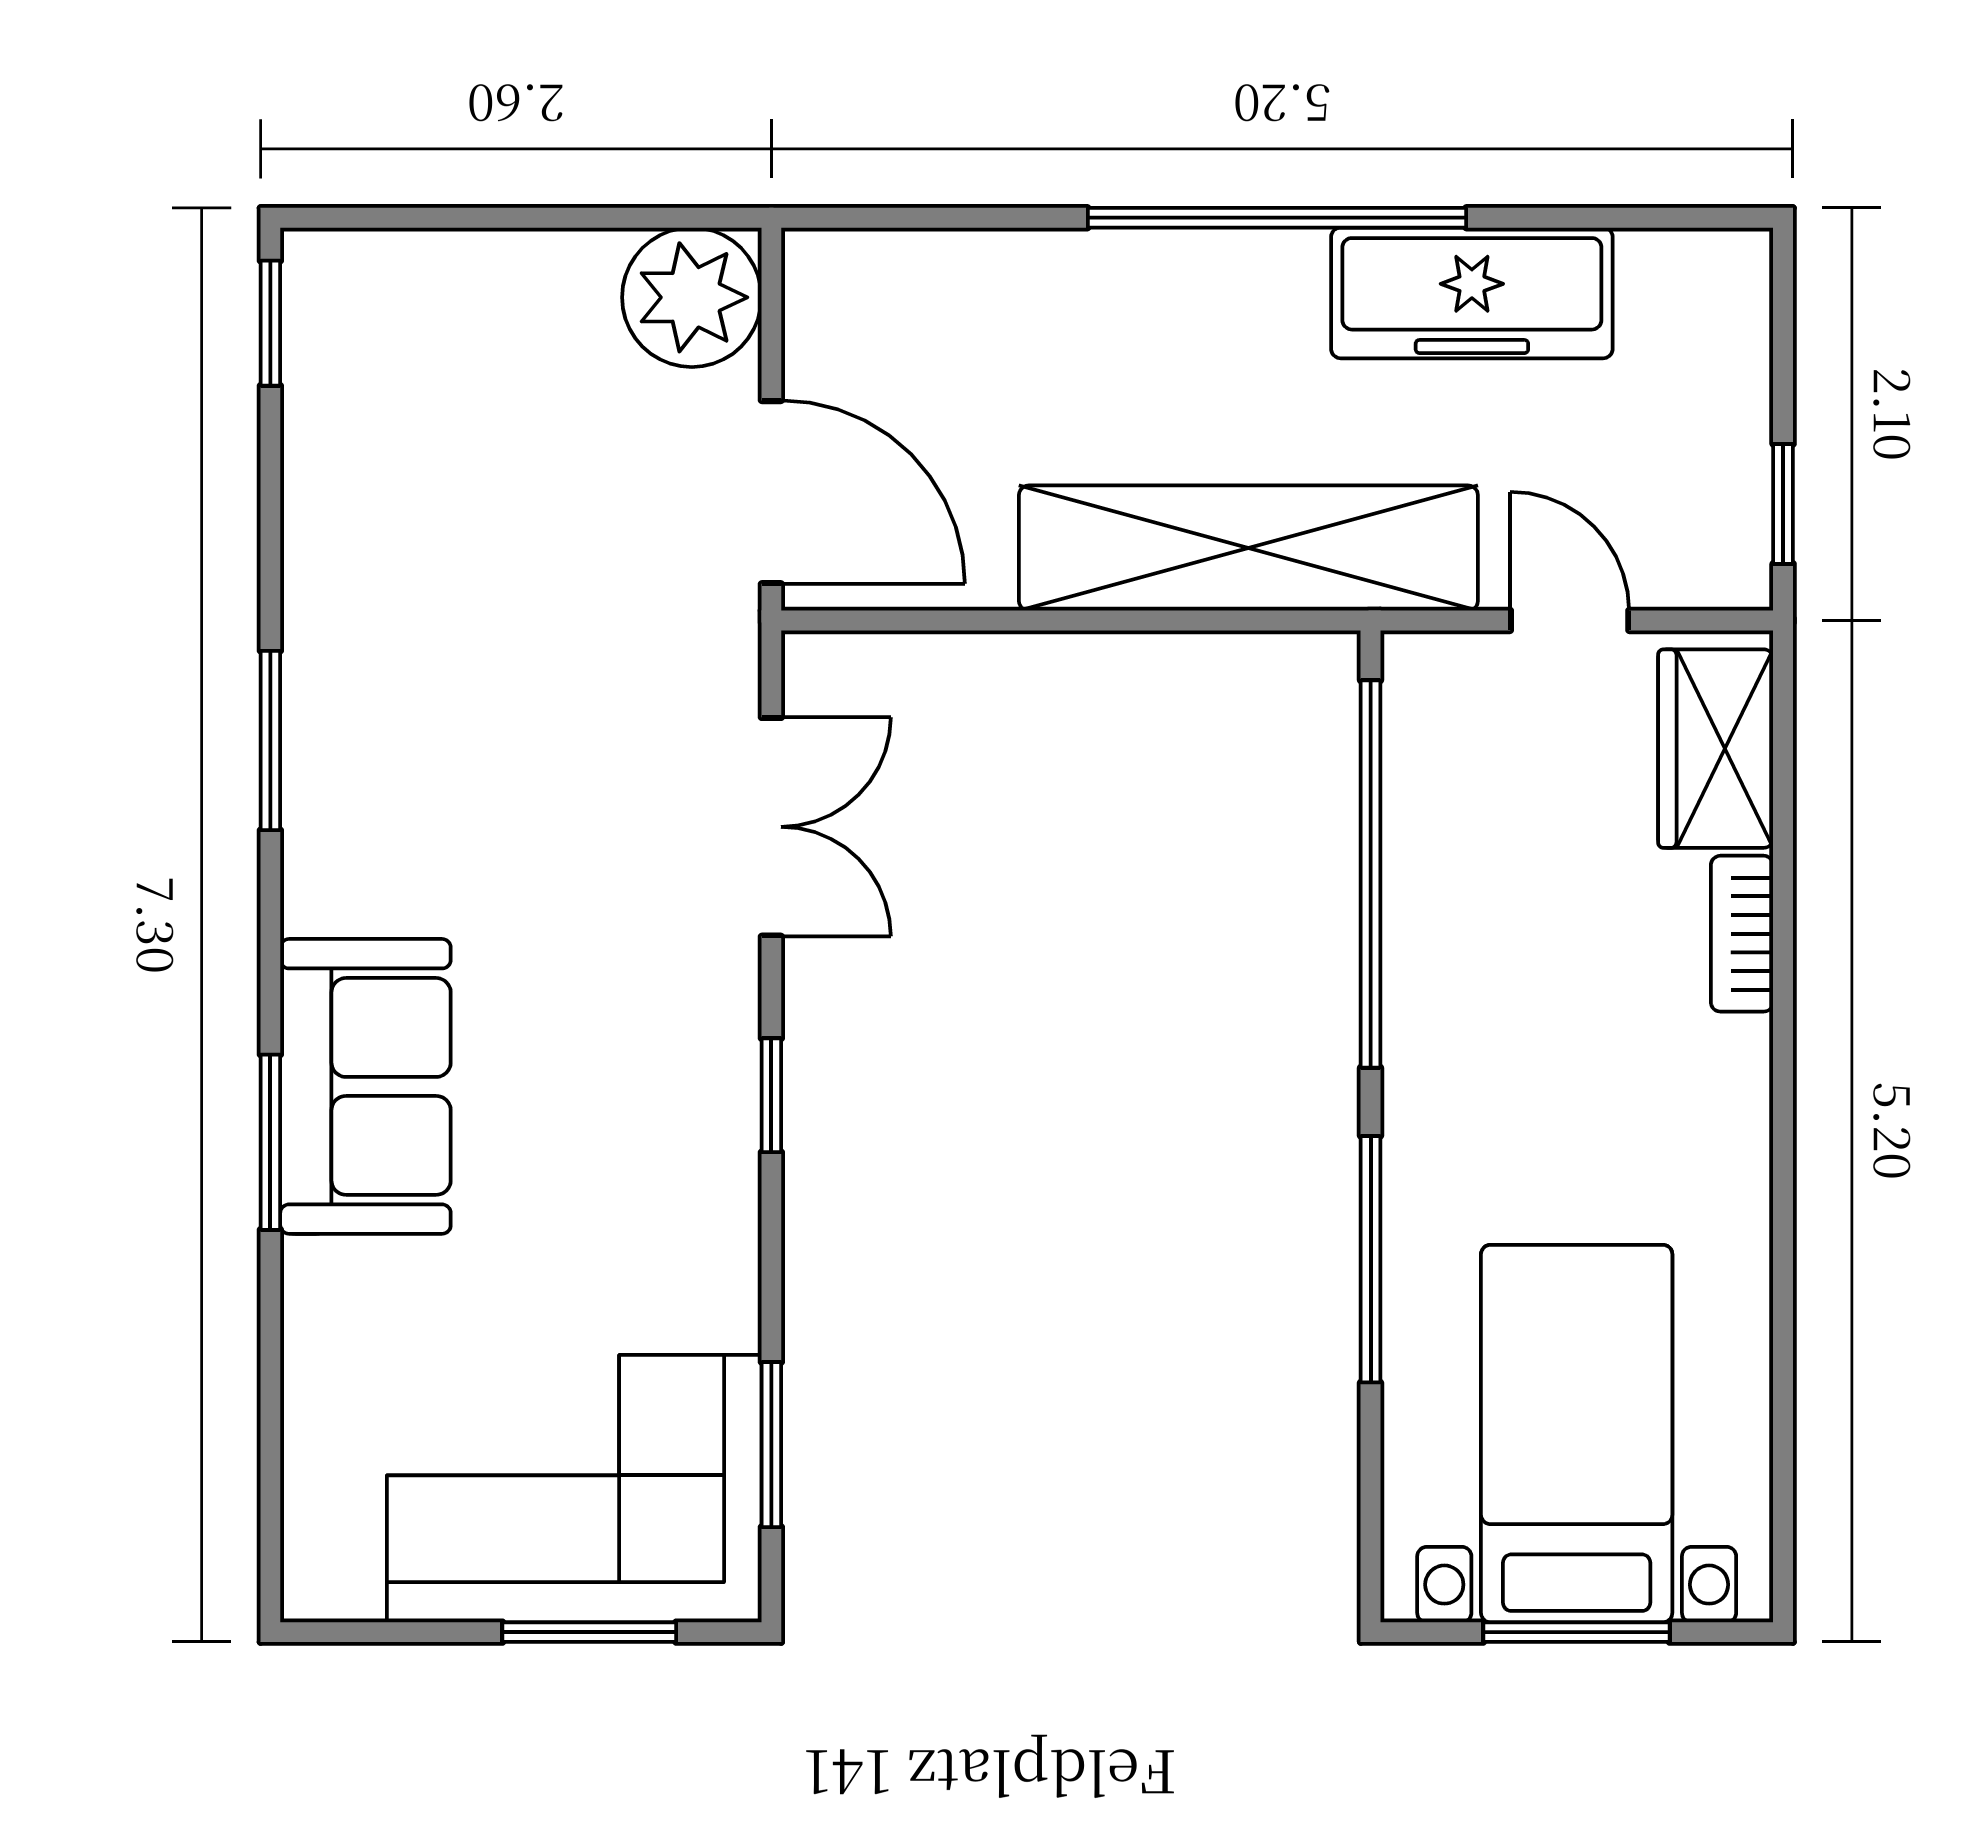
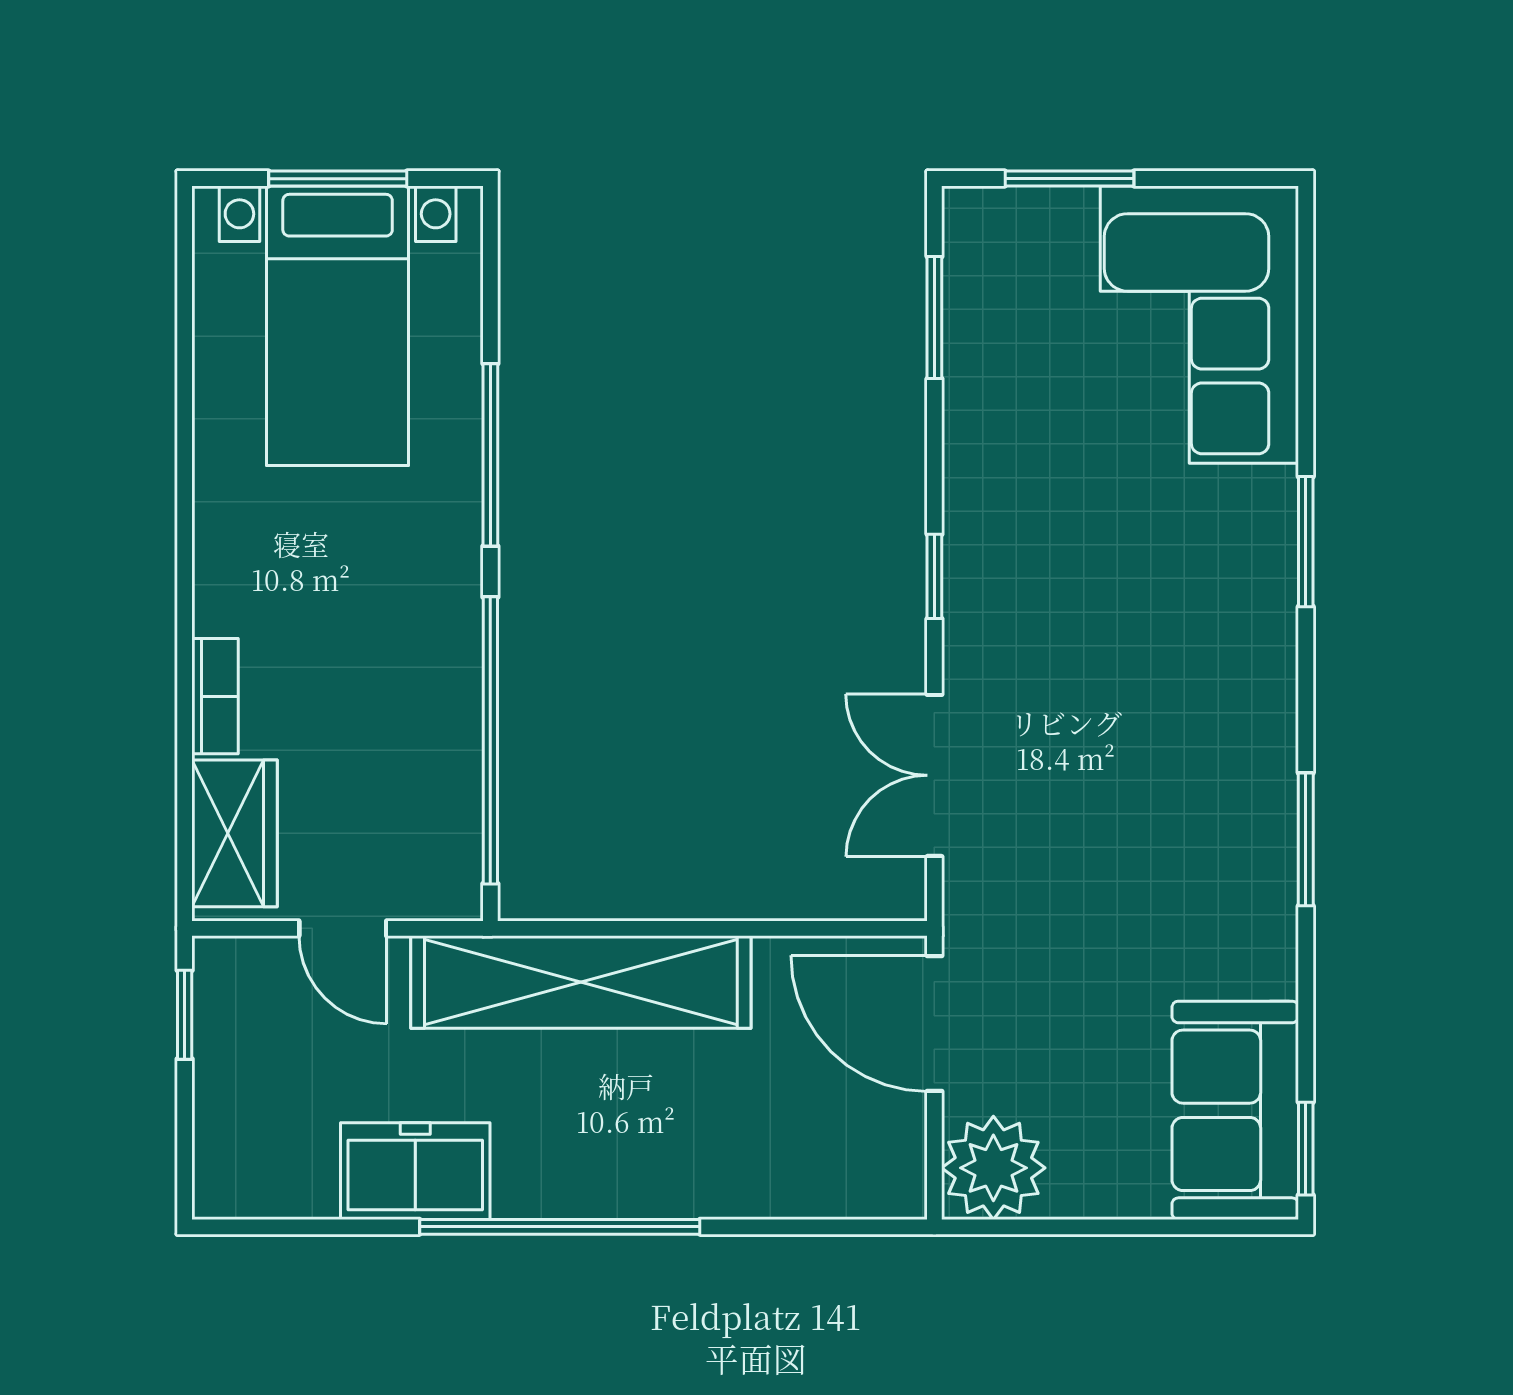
freezer: (1472, 293) -> (415, 1171), width x0.71
sofa: (365, 1086) -> (1235, 1110), moved
corner sofa: (574, 1489) -> (1199, 325), moved, turned 90

